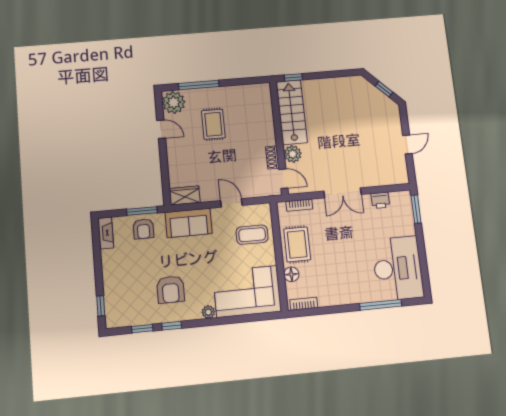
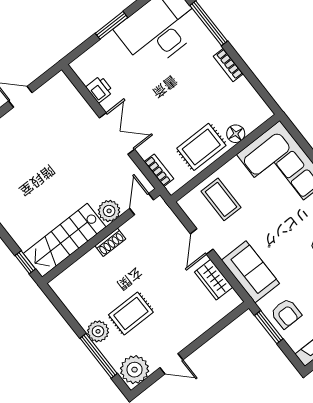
plant: (216, 95) -> (98, 331), added
door: (161, 129) -> (171, 364), swing flipped
shoe rack: (272, 157) -> (110, 242), moved
wardrobe: (185, 196) -> (214, 280), moved
window: (416, 209) -> (112, 25), moved
armchair: (143, 229) -> (286, 314), turned 90
bookcase: (304, 304) -> (228, 65), moved

